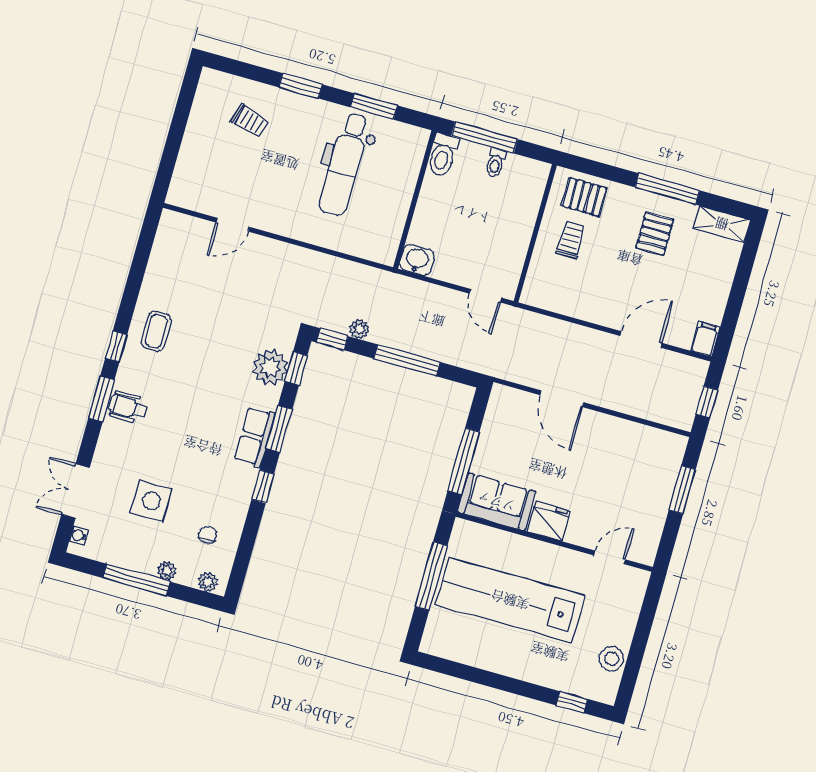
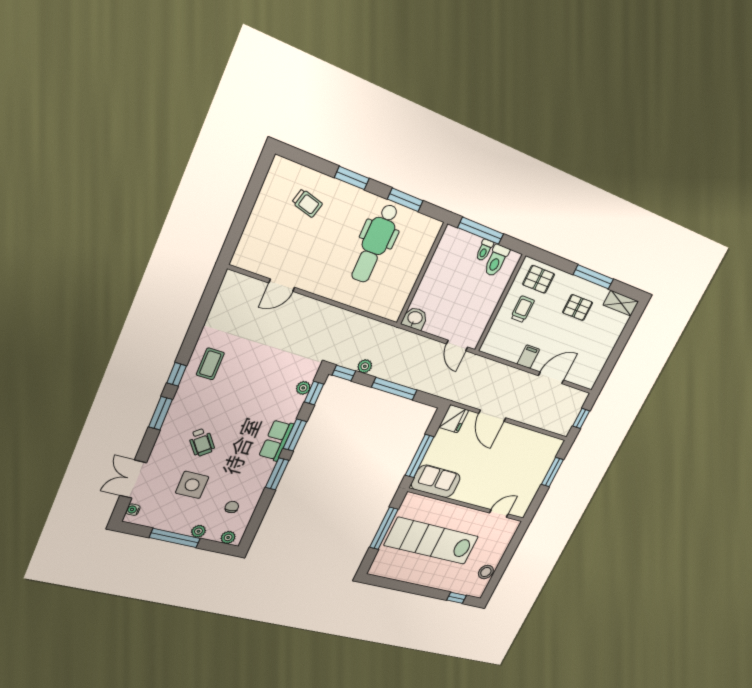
toilet: (443, 155) -> (496, 261), moved
pallet: (655, 234) -> (578, 307), turned 90
filing cabinet: (705, 339) -> (528, 357), moved
plant: (270, 367) -> (303, 388), width x0.53, depth x0.53
wheelchair: (128, 407) -> (202, 442), moved, turned -128
window: (263, 486) -> (277, 474), width x1.50
fridge: (549, 521) -> (454, 419), moved, turned 90

